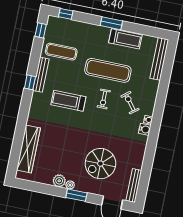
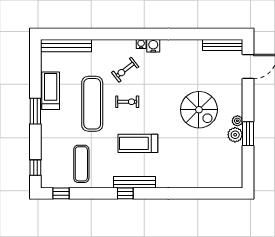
bench: (41, 75) -> (134, 182), moved
treadmill: (68, 101) -> (138, 143), turned 90
wardrobe: (28, 149) -> (205, 179), removed
spiral stairs: (100, 164) -> (199, 110), moved
window: (76, 195) -> (248, 134), moved

